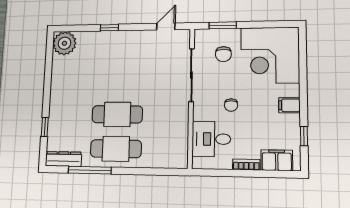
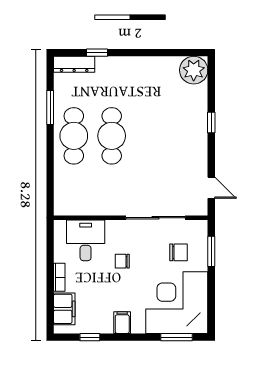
chair: (223, 54) -> (179, 252), turned 180
window: (303, 55) -> (177, 337), added
dresser: (63, 159) -> (74, 64), moved, turned 90
window: (90, 170) -> (50, 107), width x0.69

